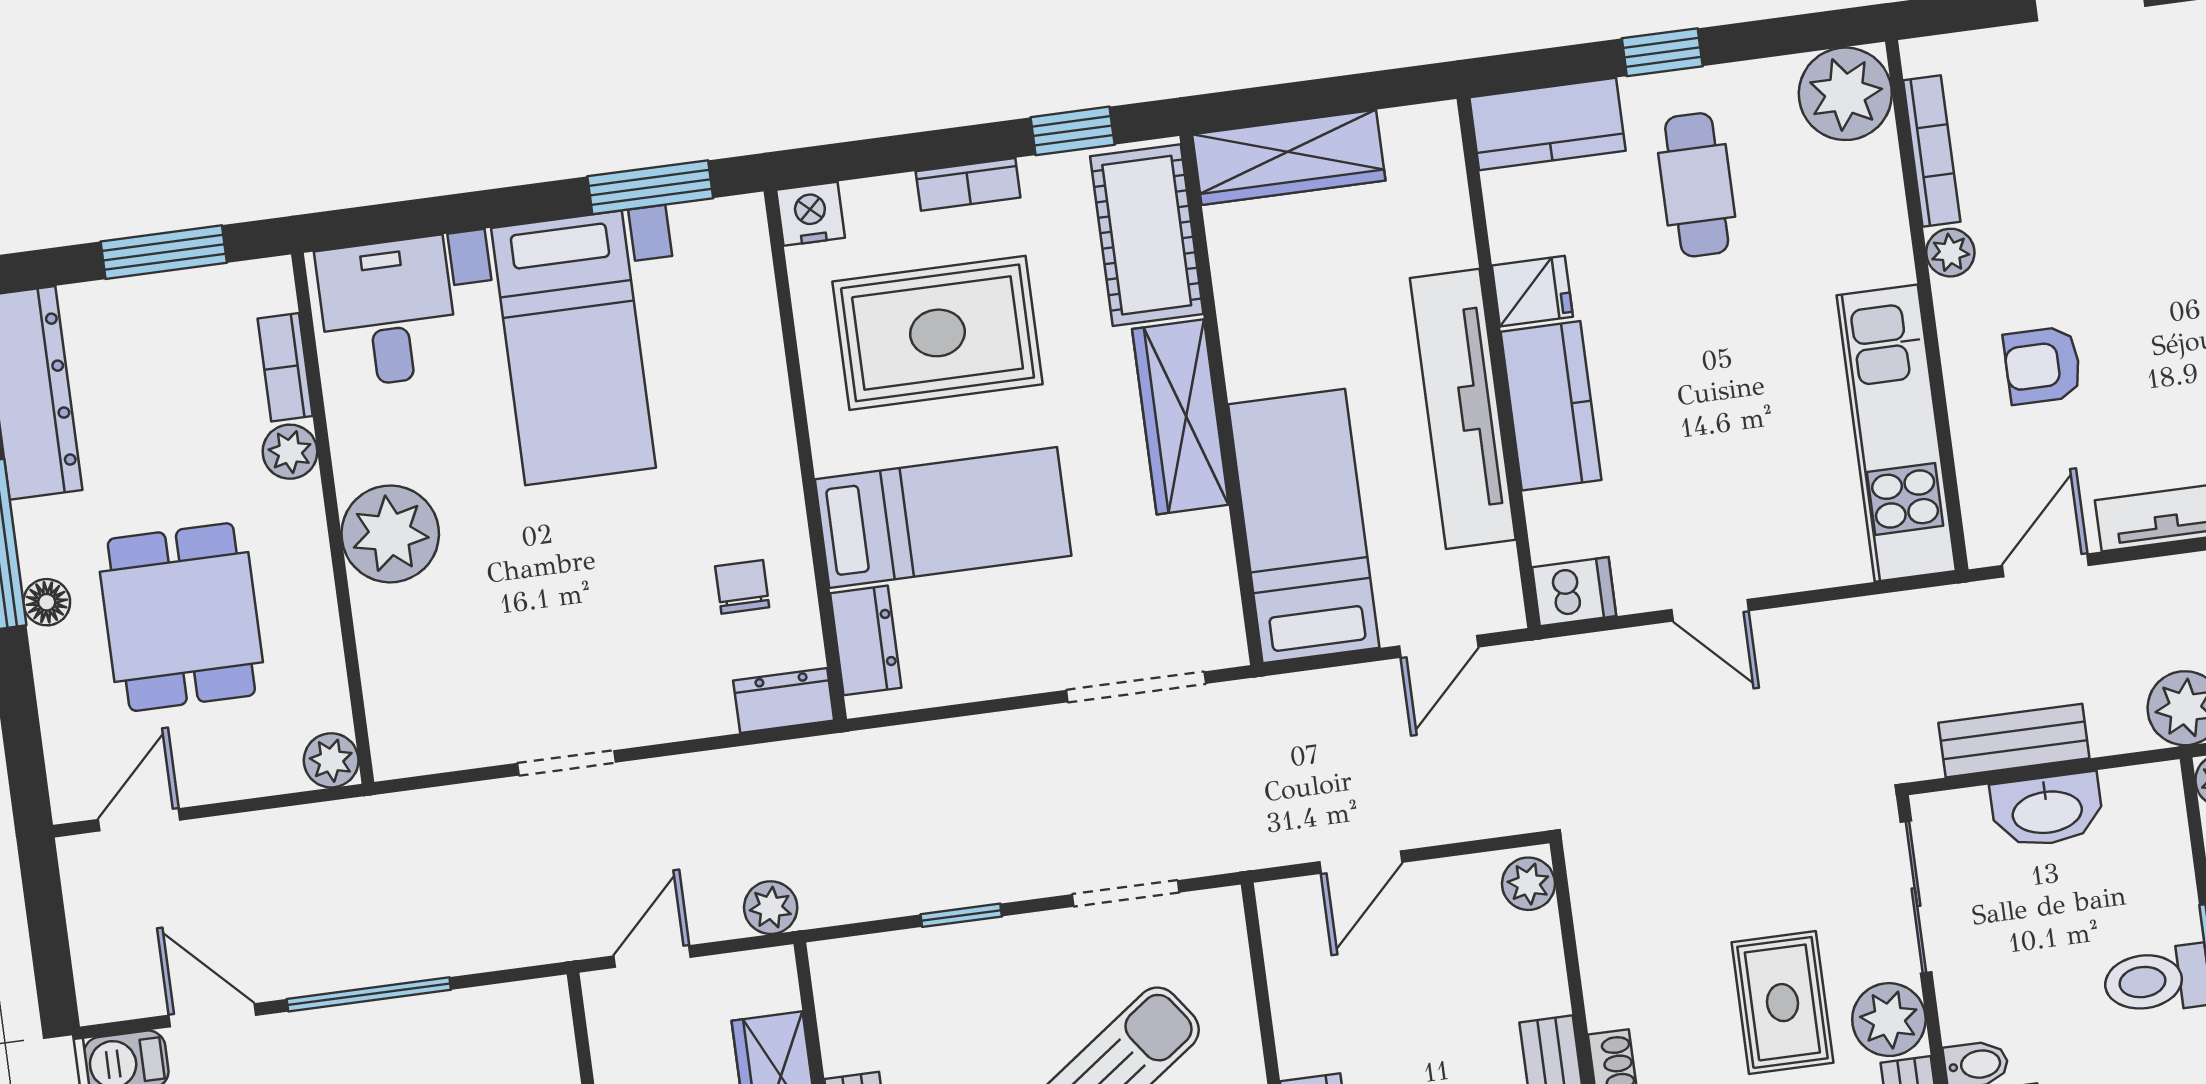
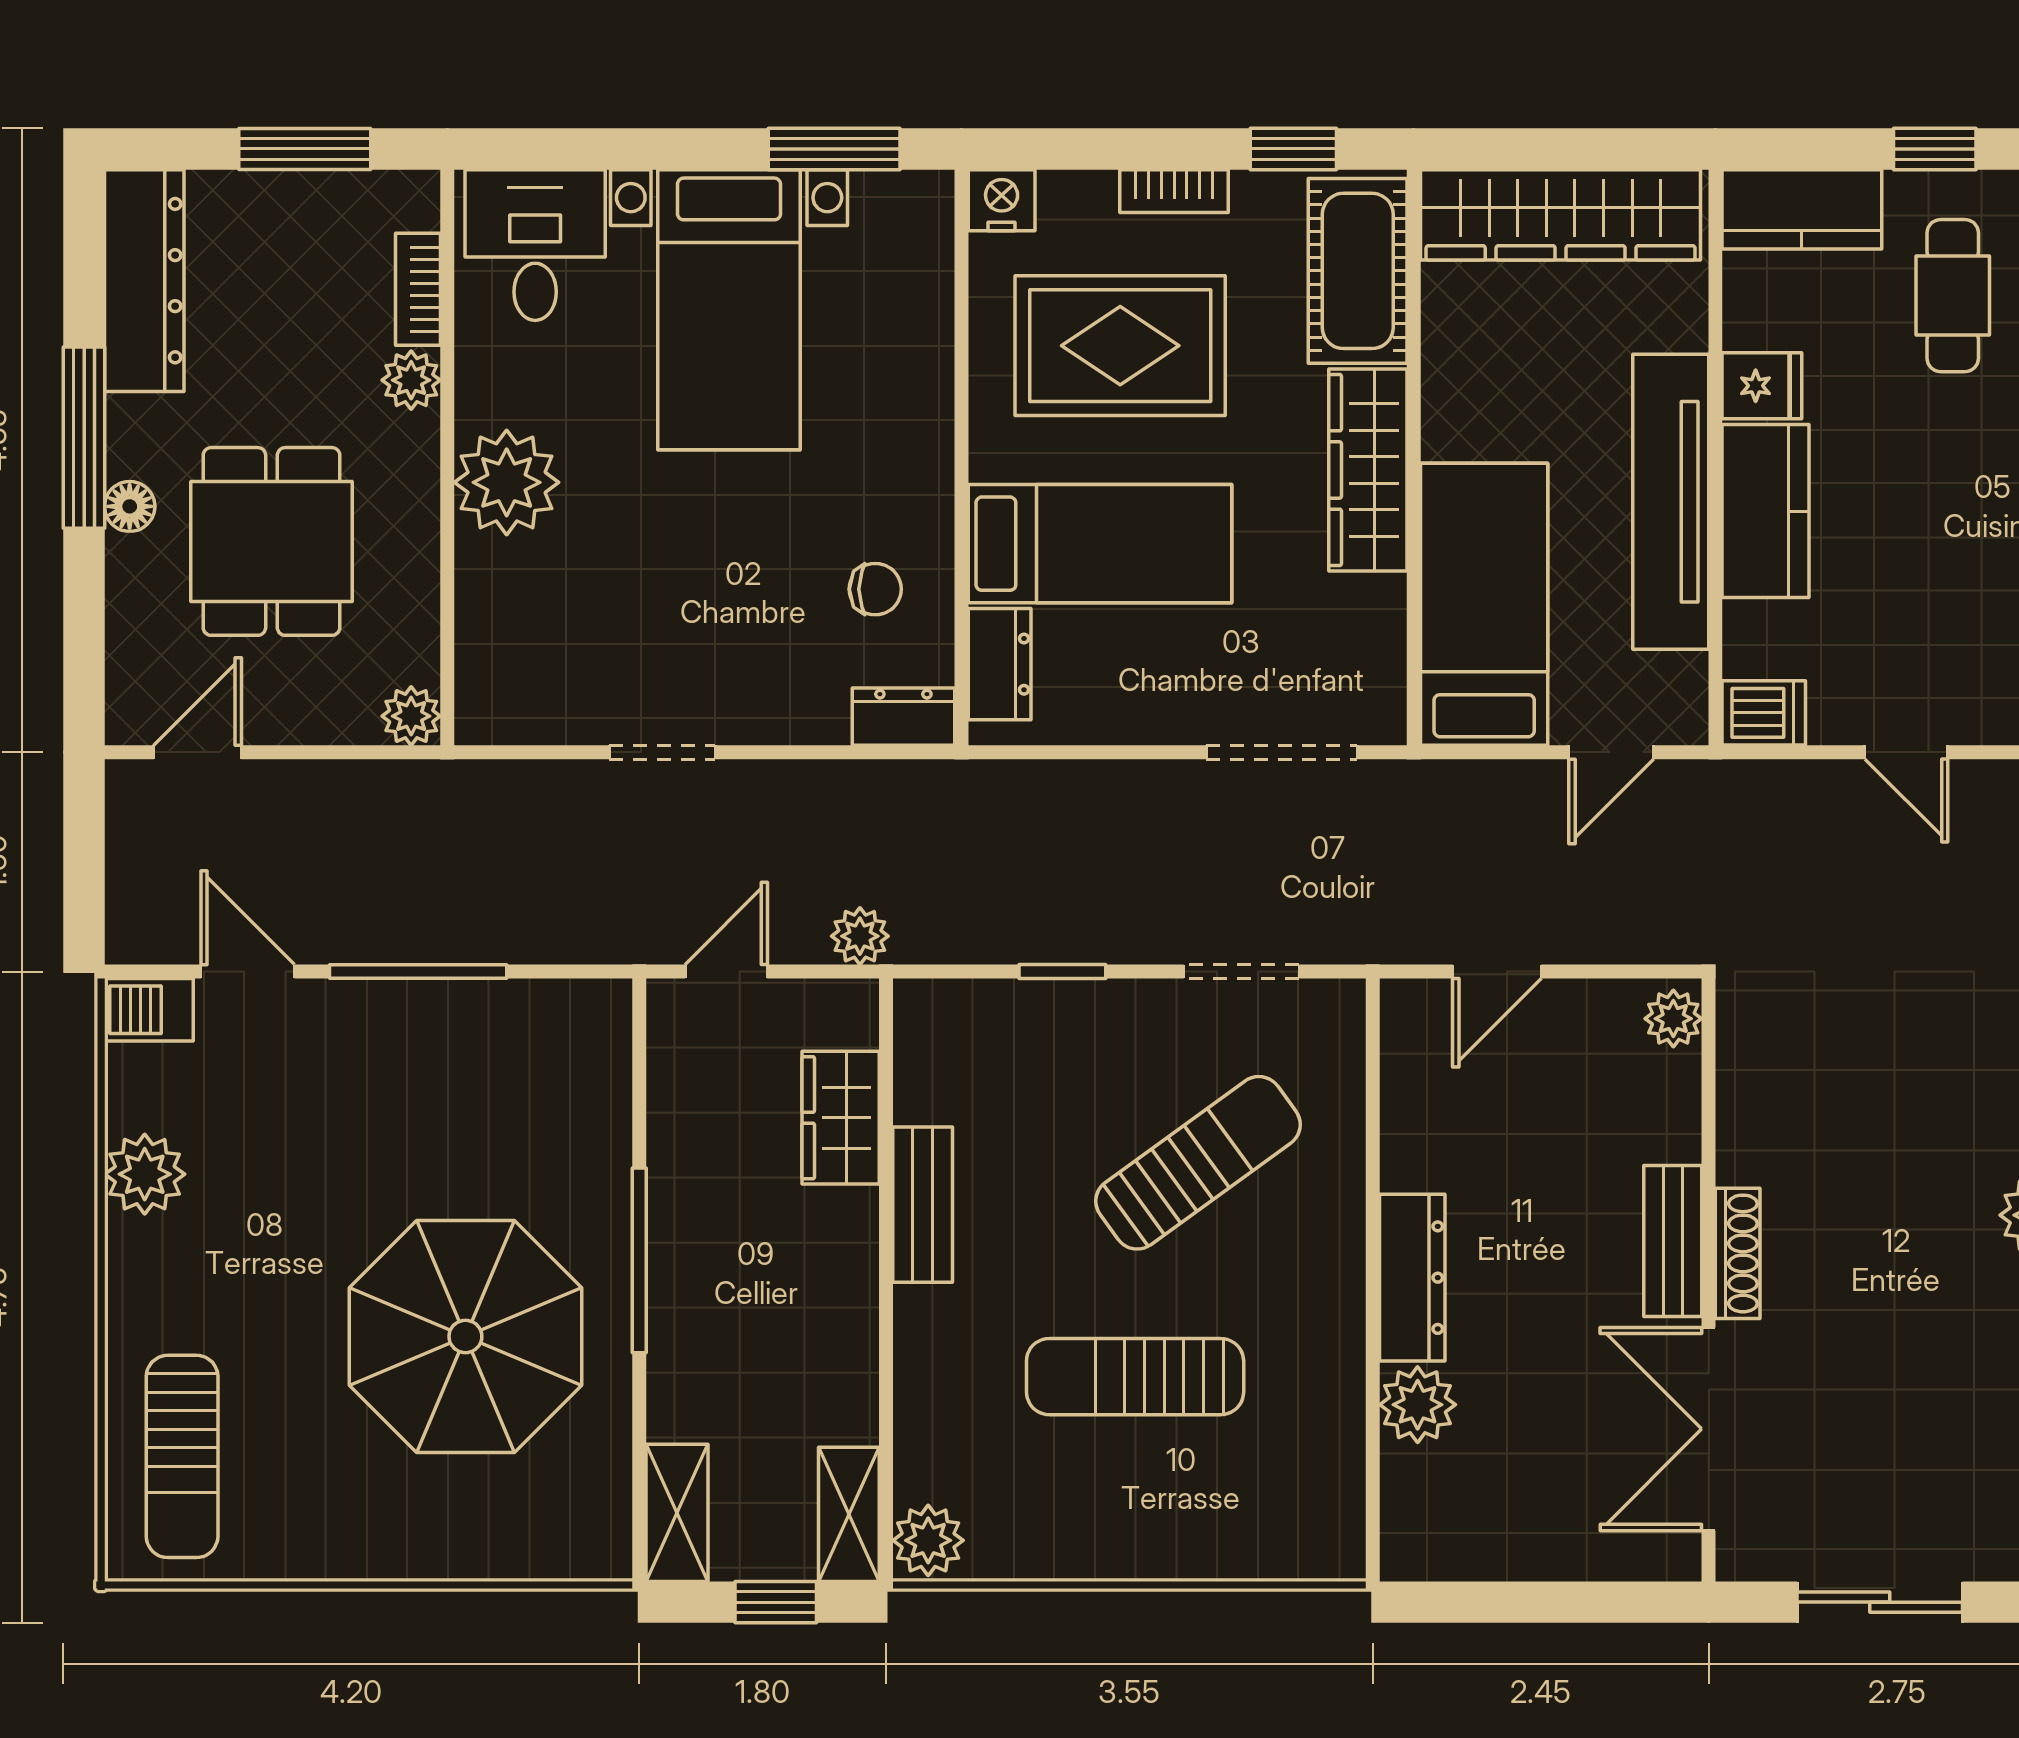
wardrobe: (1289, 157) -> (1561, 215), width x1.40, depth x1.17
chair: (742, 587) -> (875, 589), turned 90
rug: (1782, 1003) -> (1928, 1182), removed

